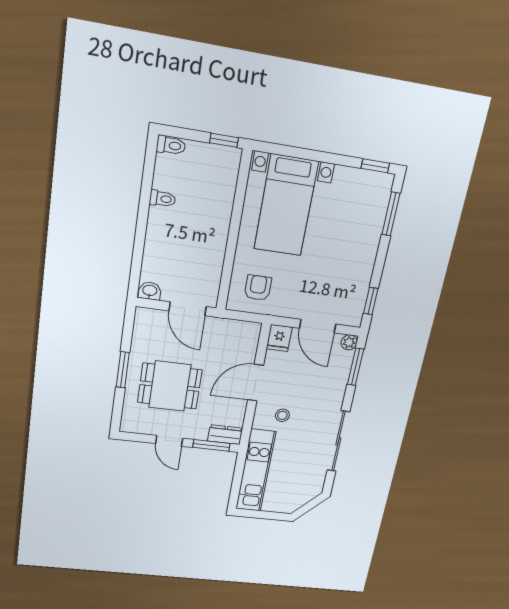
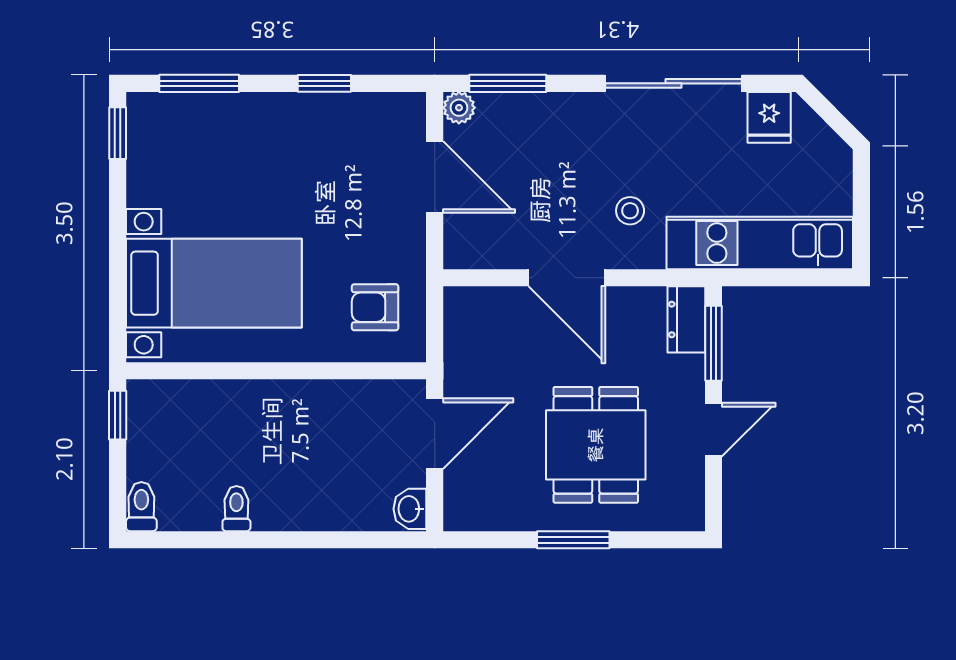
window: (371, 301) -> (324, 83), moved
door: (318, 326) -> (435, 177), hinge flipped
fridge: (279, 338) -> (769, 117), moved, turned 90

